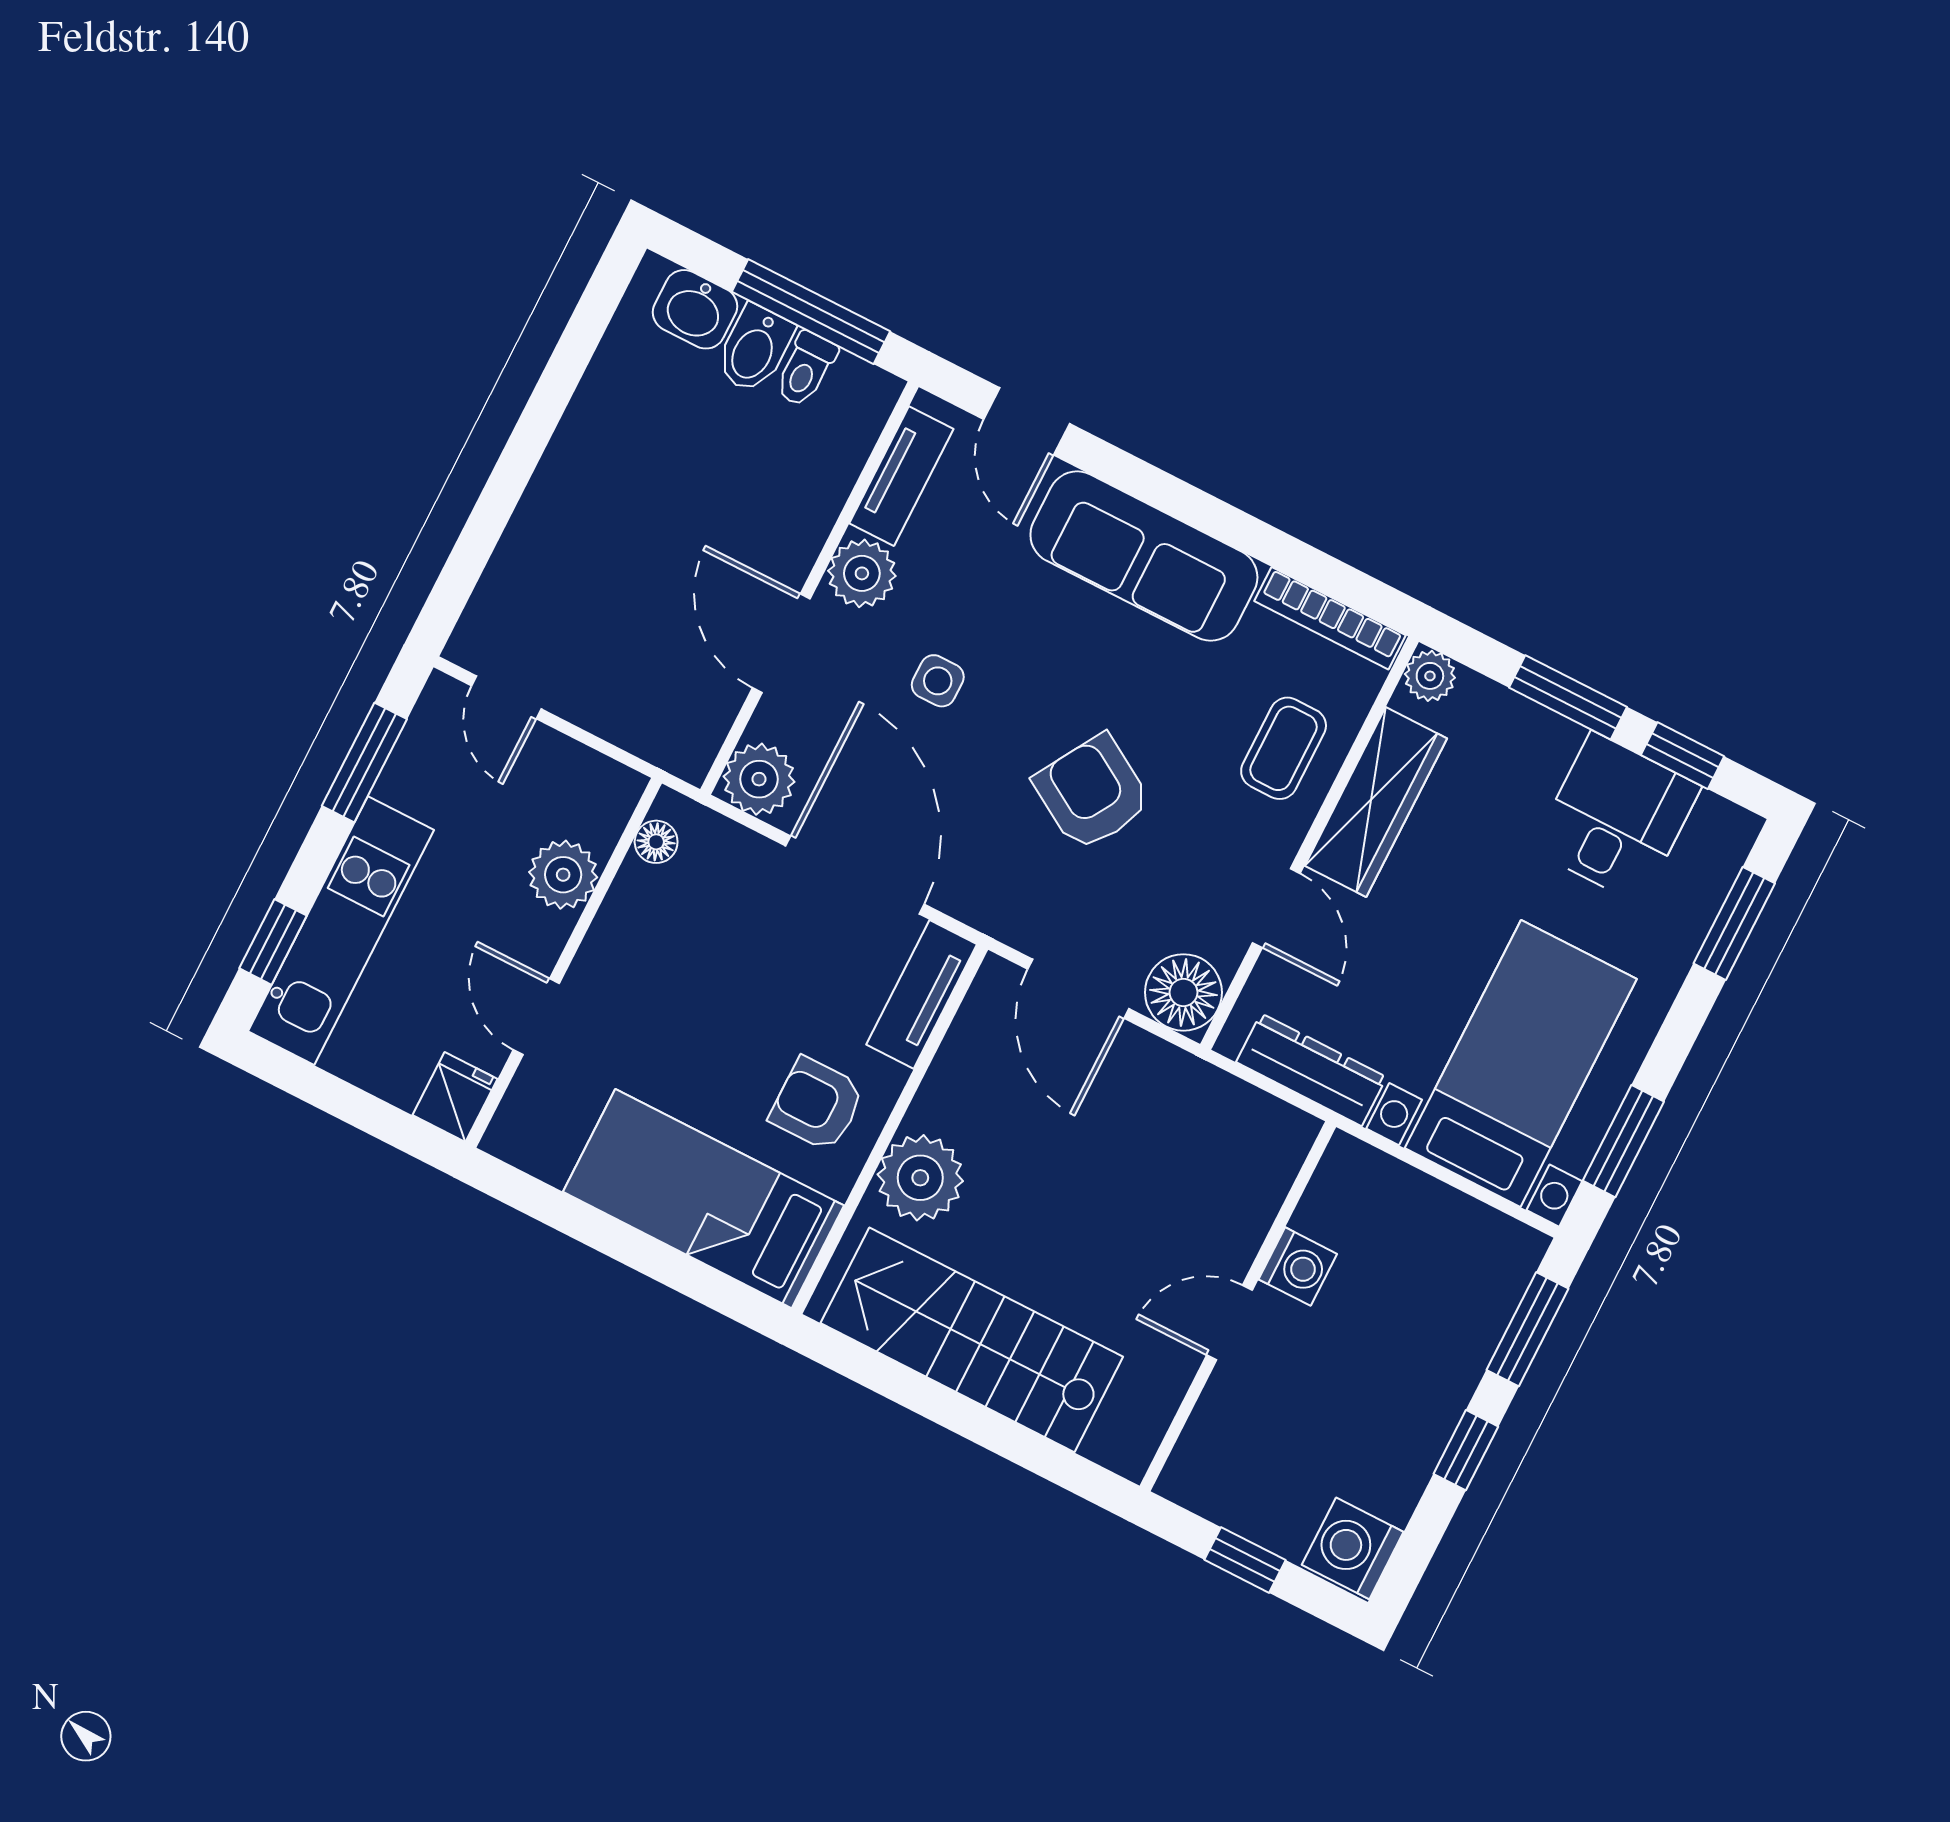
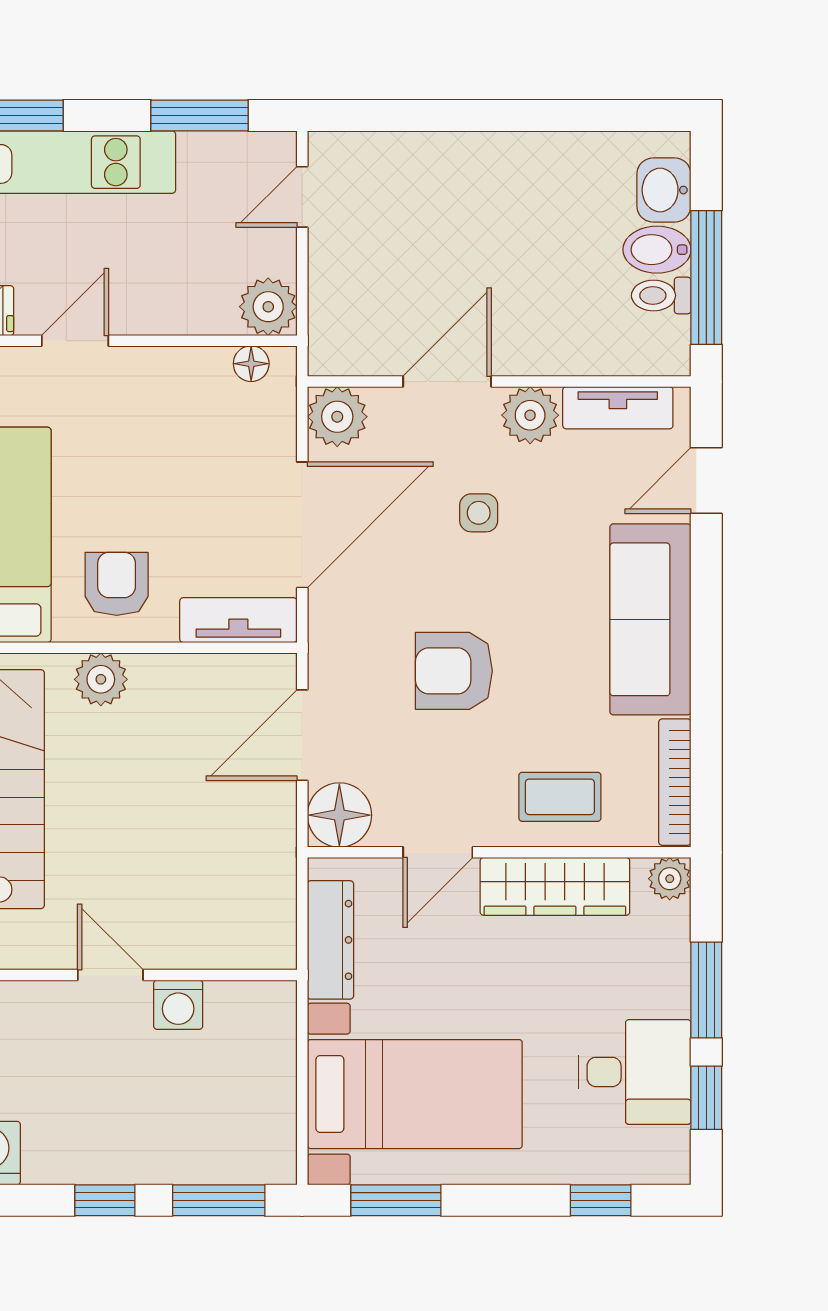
armchair: (1092, 793) -> (454, 671), turned -121
plant: (563, 875) -> (268, 307), moved
window: (1734, 923) -> (601, 1200), width x0.67
plant: (920, 1178) -> (101, 679), width x0.73, depth x0.73

